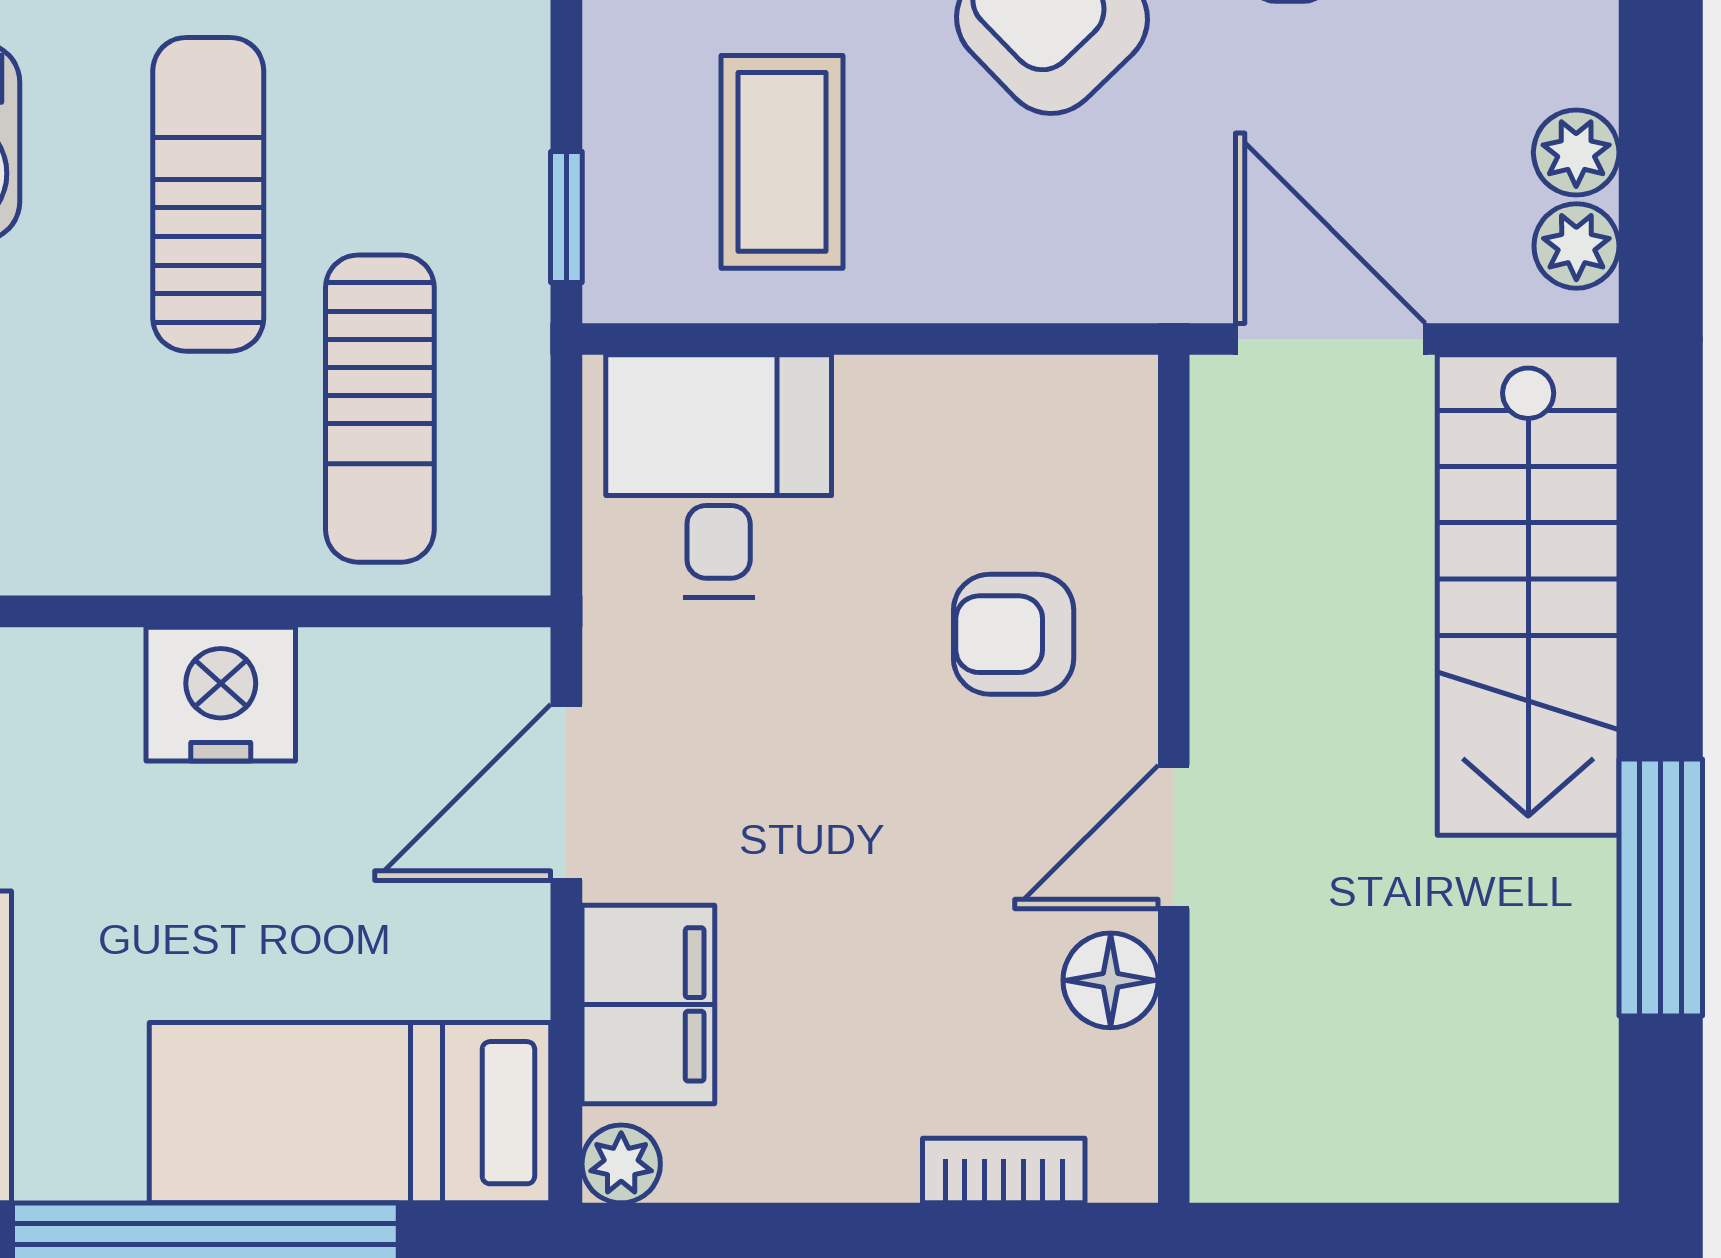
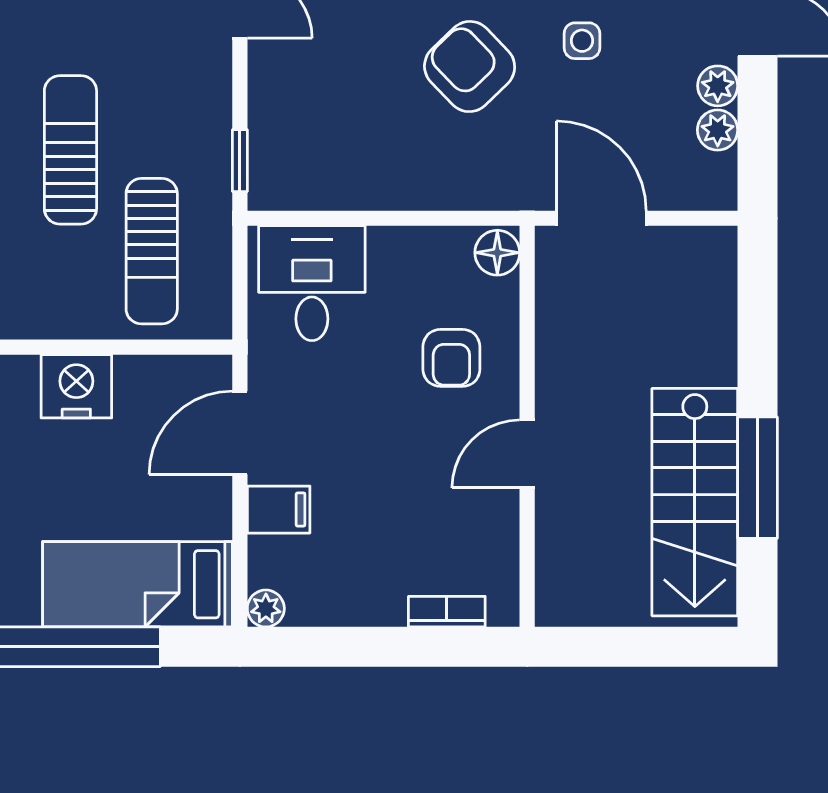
coffee table: (782, 162) -> (342, 134), removed
plant: (1576, 246) -> (718, 86), moved
stairs: (1528, 595) -> (695, 502), moved
armchair: (1014, 634) -> (451, 358), turned -90
floor lamp: (1111, 980) -> (497, 253), moved
filing cabinet: (648, 1004) -> (279, 510), width x0.50

